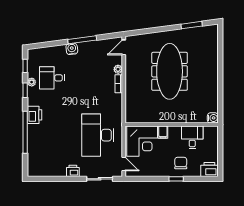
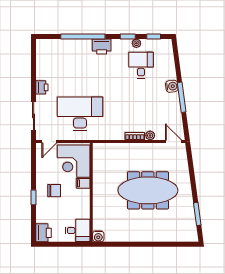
desk: (192, 137) -> (78, 230), moved
chair: (181, 163) -> (54, 191), moved

